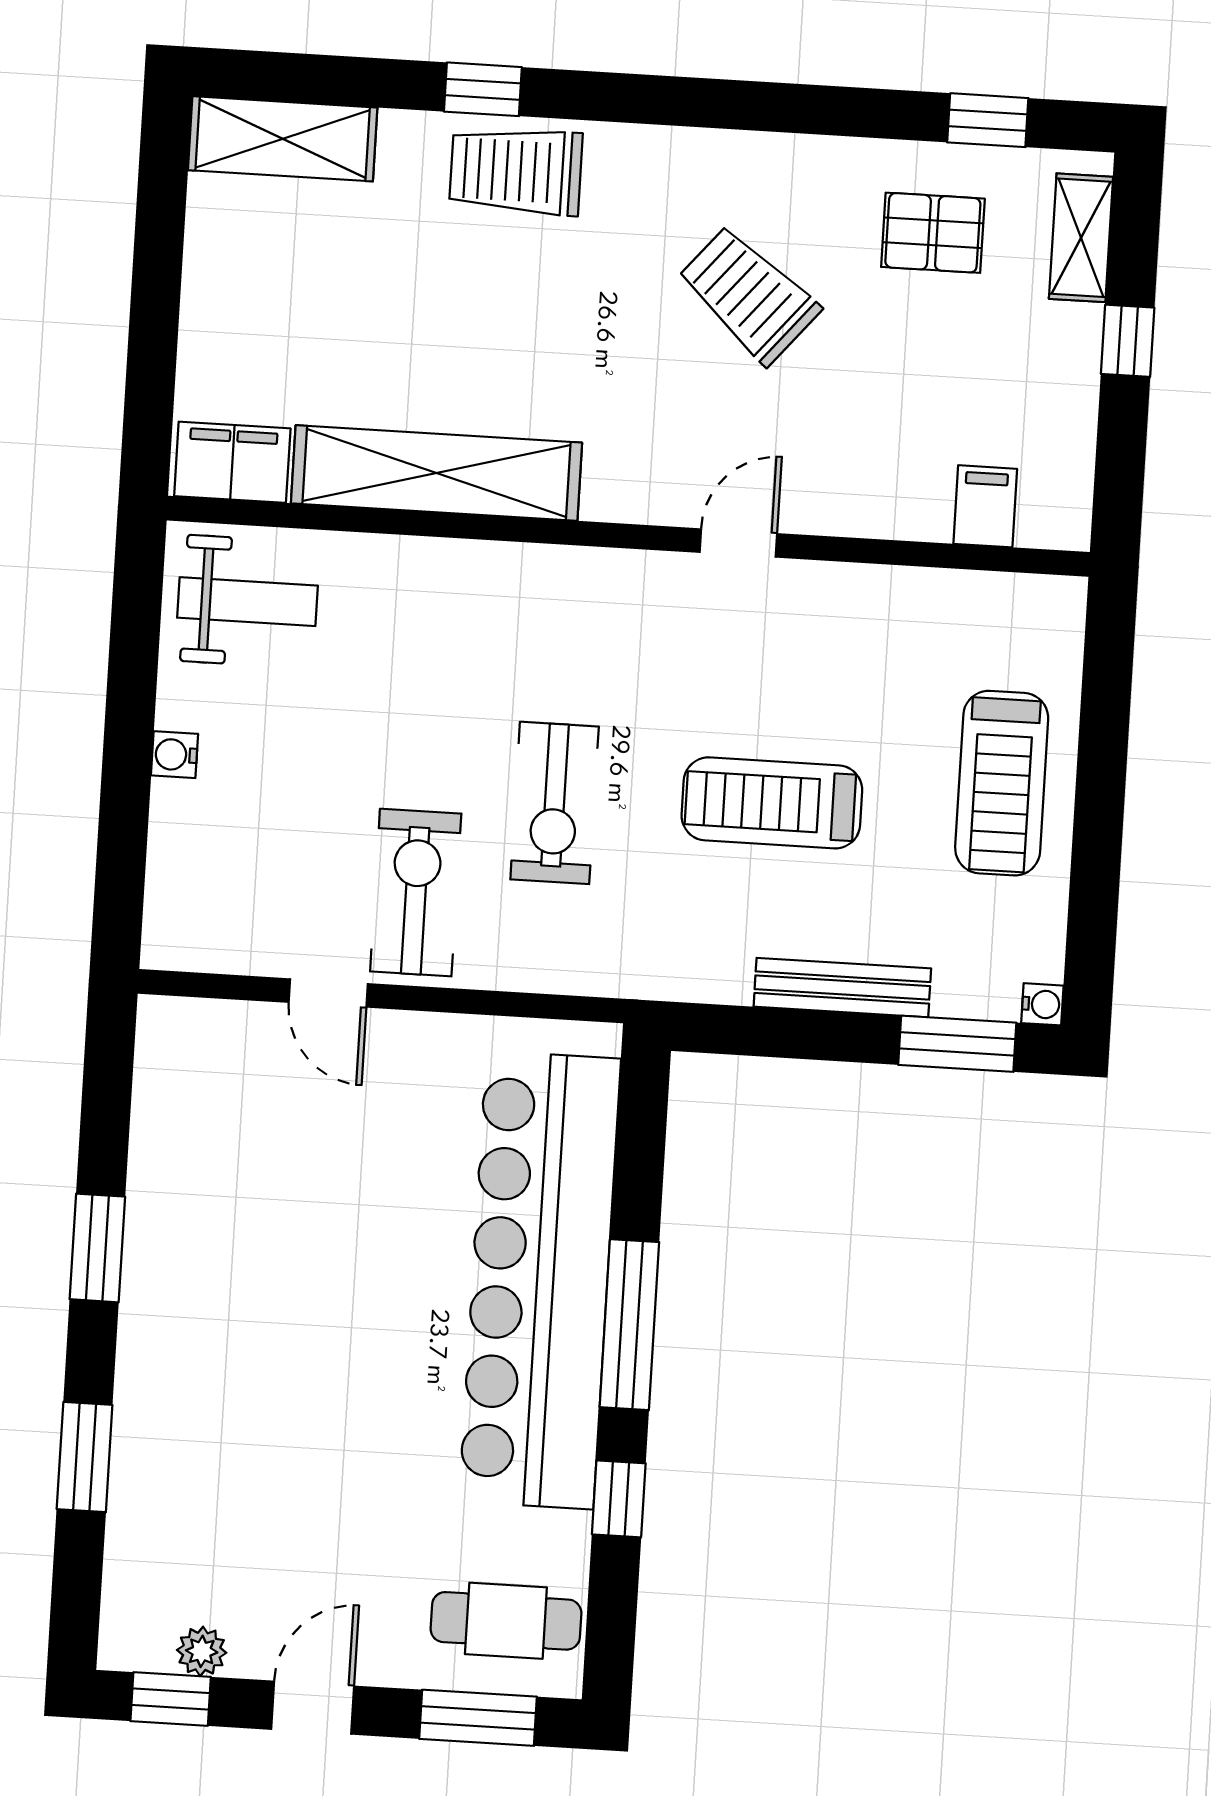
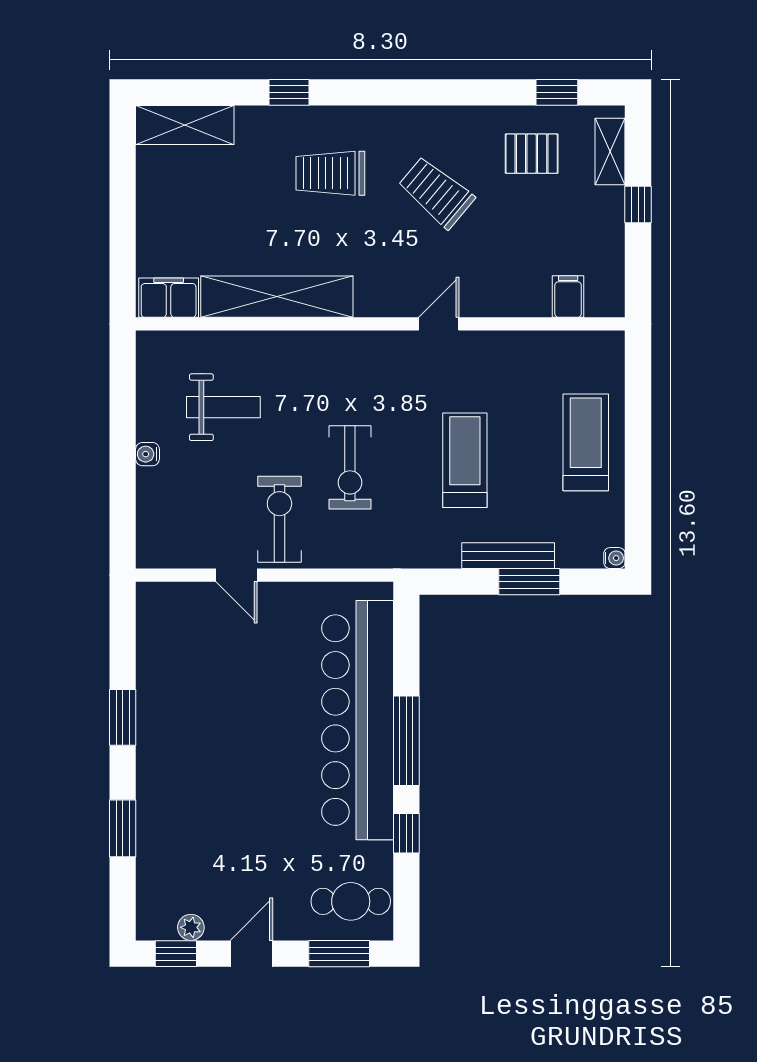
trolley: (516, 171) -> (330, 173), moved
weight bench: (248, 602) -> (223, 407), moved
treadmill: (1002, 783) -> (586, 442), turned 180
treadmill: (772, 803) -> (465, 460), turned 90
window: (957, 1044) -> (529, 582), moved

